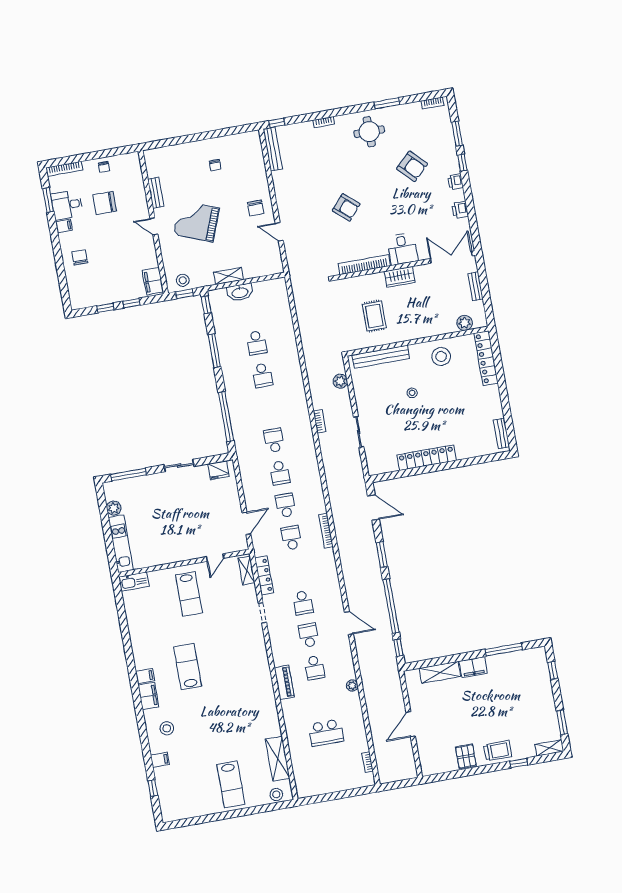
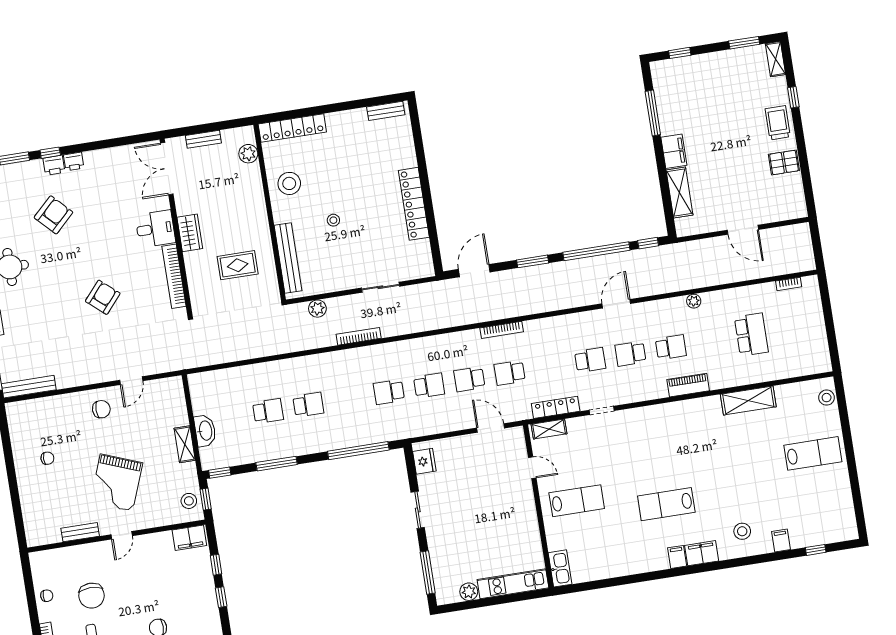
printer: (460, 210) -> (54, 165), moved
bookcase: (320, 421) -> (359, 336), width x1.56
shelving: (278, 759) -> (748, 400), moved

